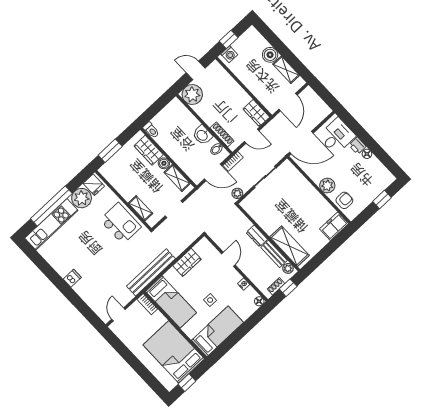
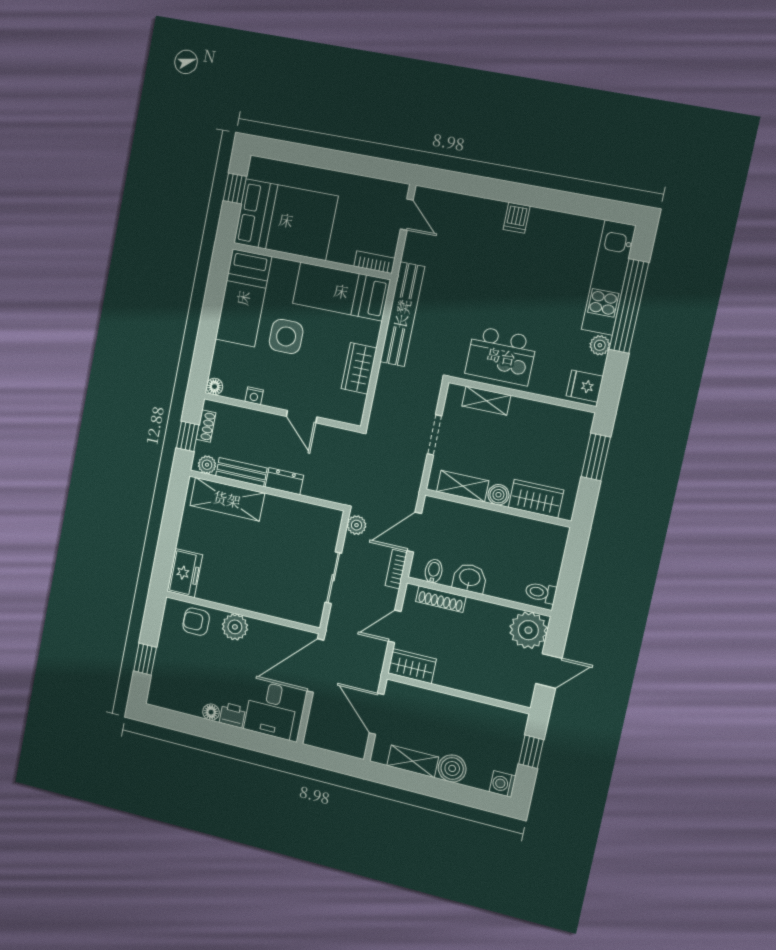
washing machine: (229, 54) -> (502, 784), moved
toilet: (151, 130) -> (541, 593), moved
plant: (82, 198) -> (600, 345), width x0.53, depth x0.53
armchair: (344, 200) -> (196, 622), turned 90
side table: (210, 300) -> (286, 336), width x1.87, depth x1.87

